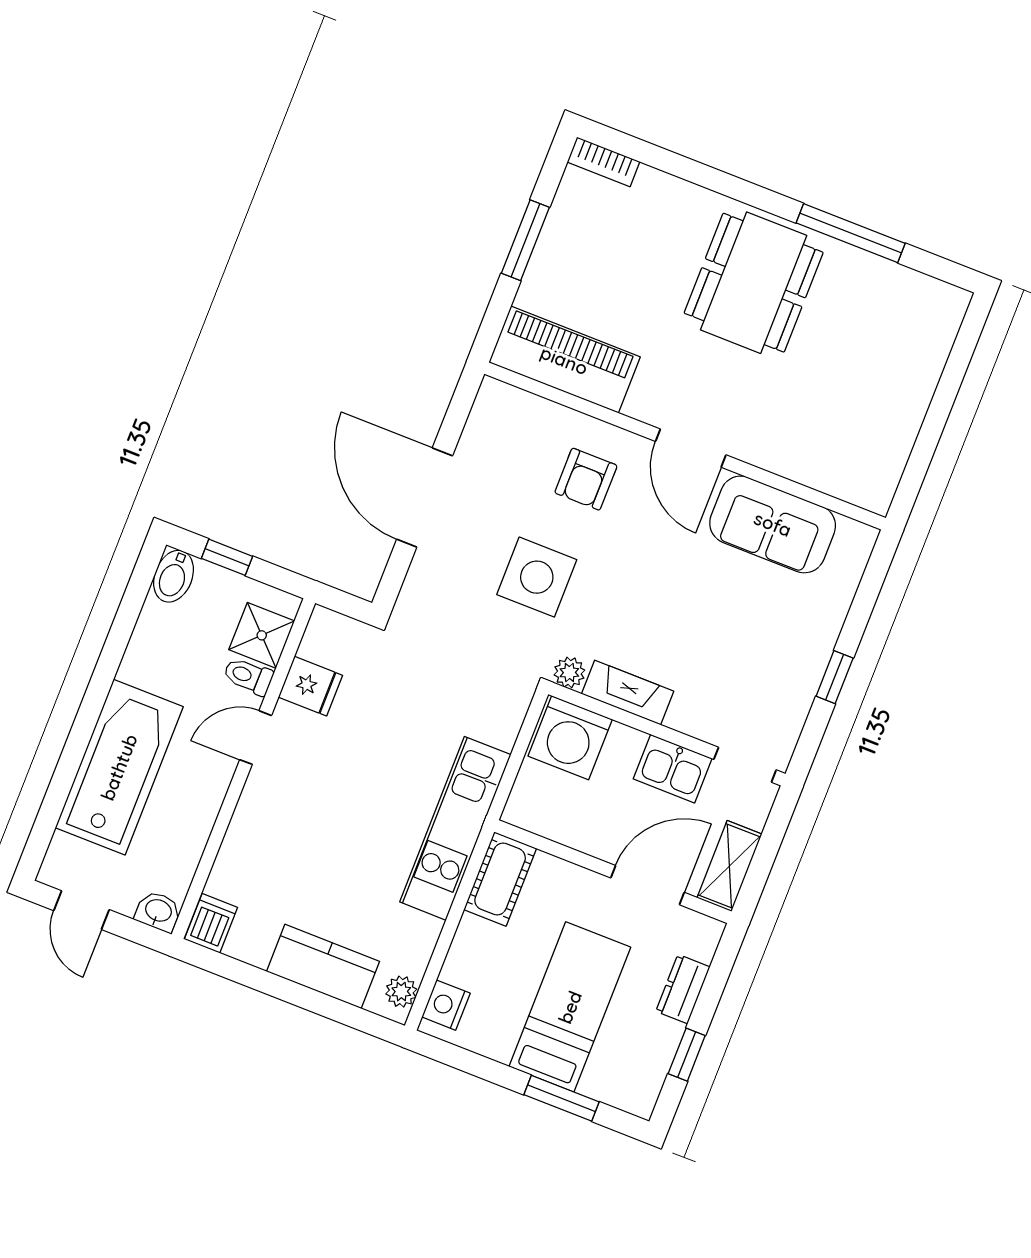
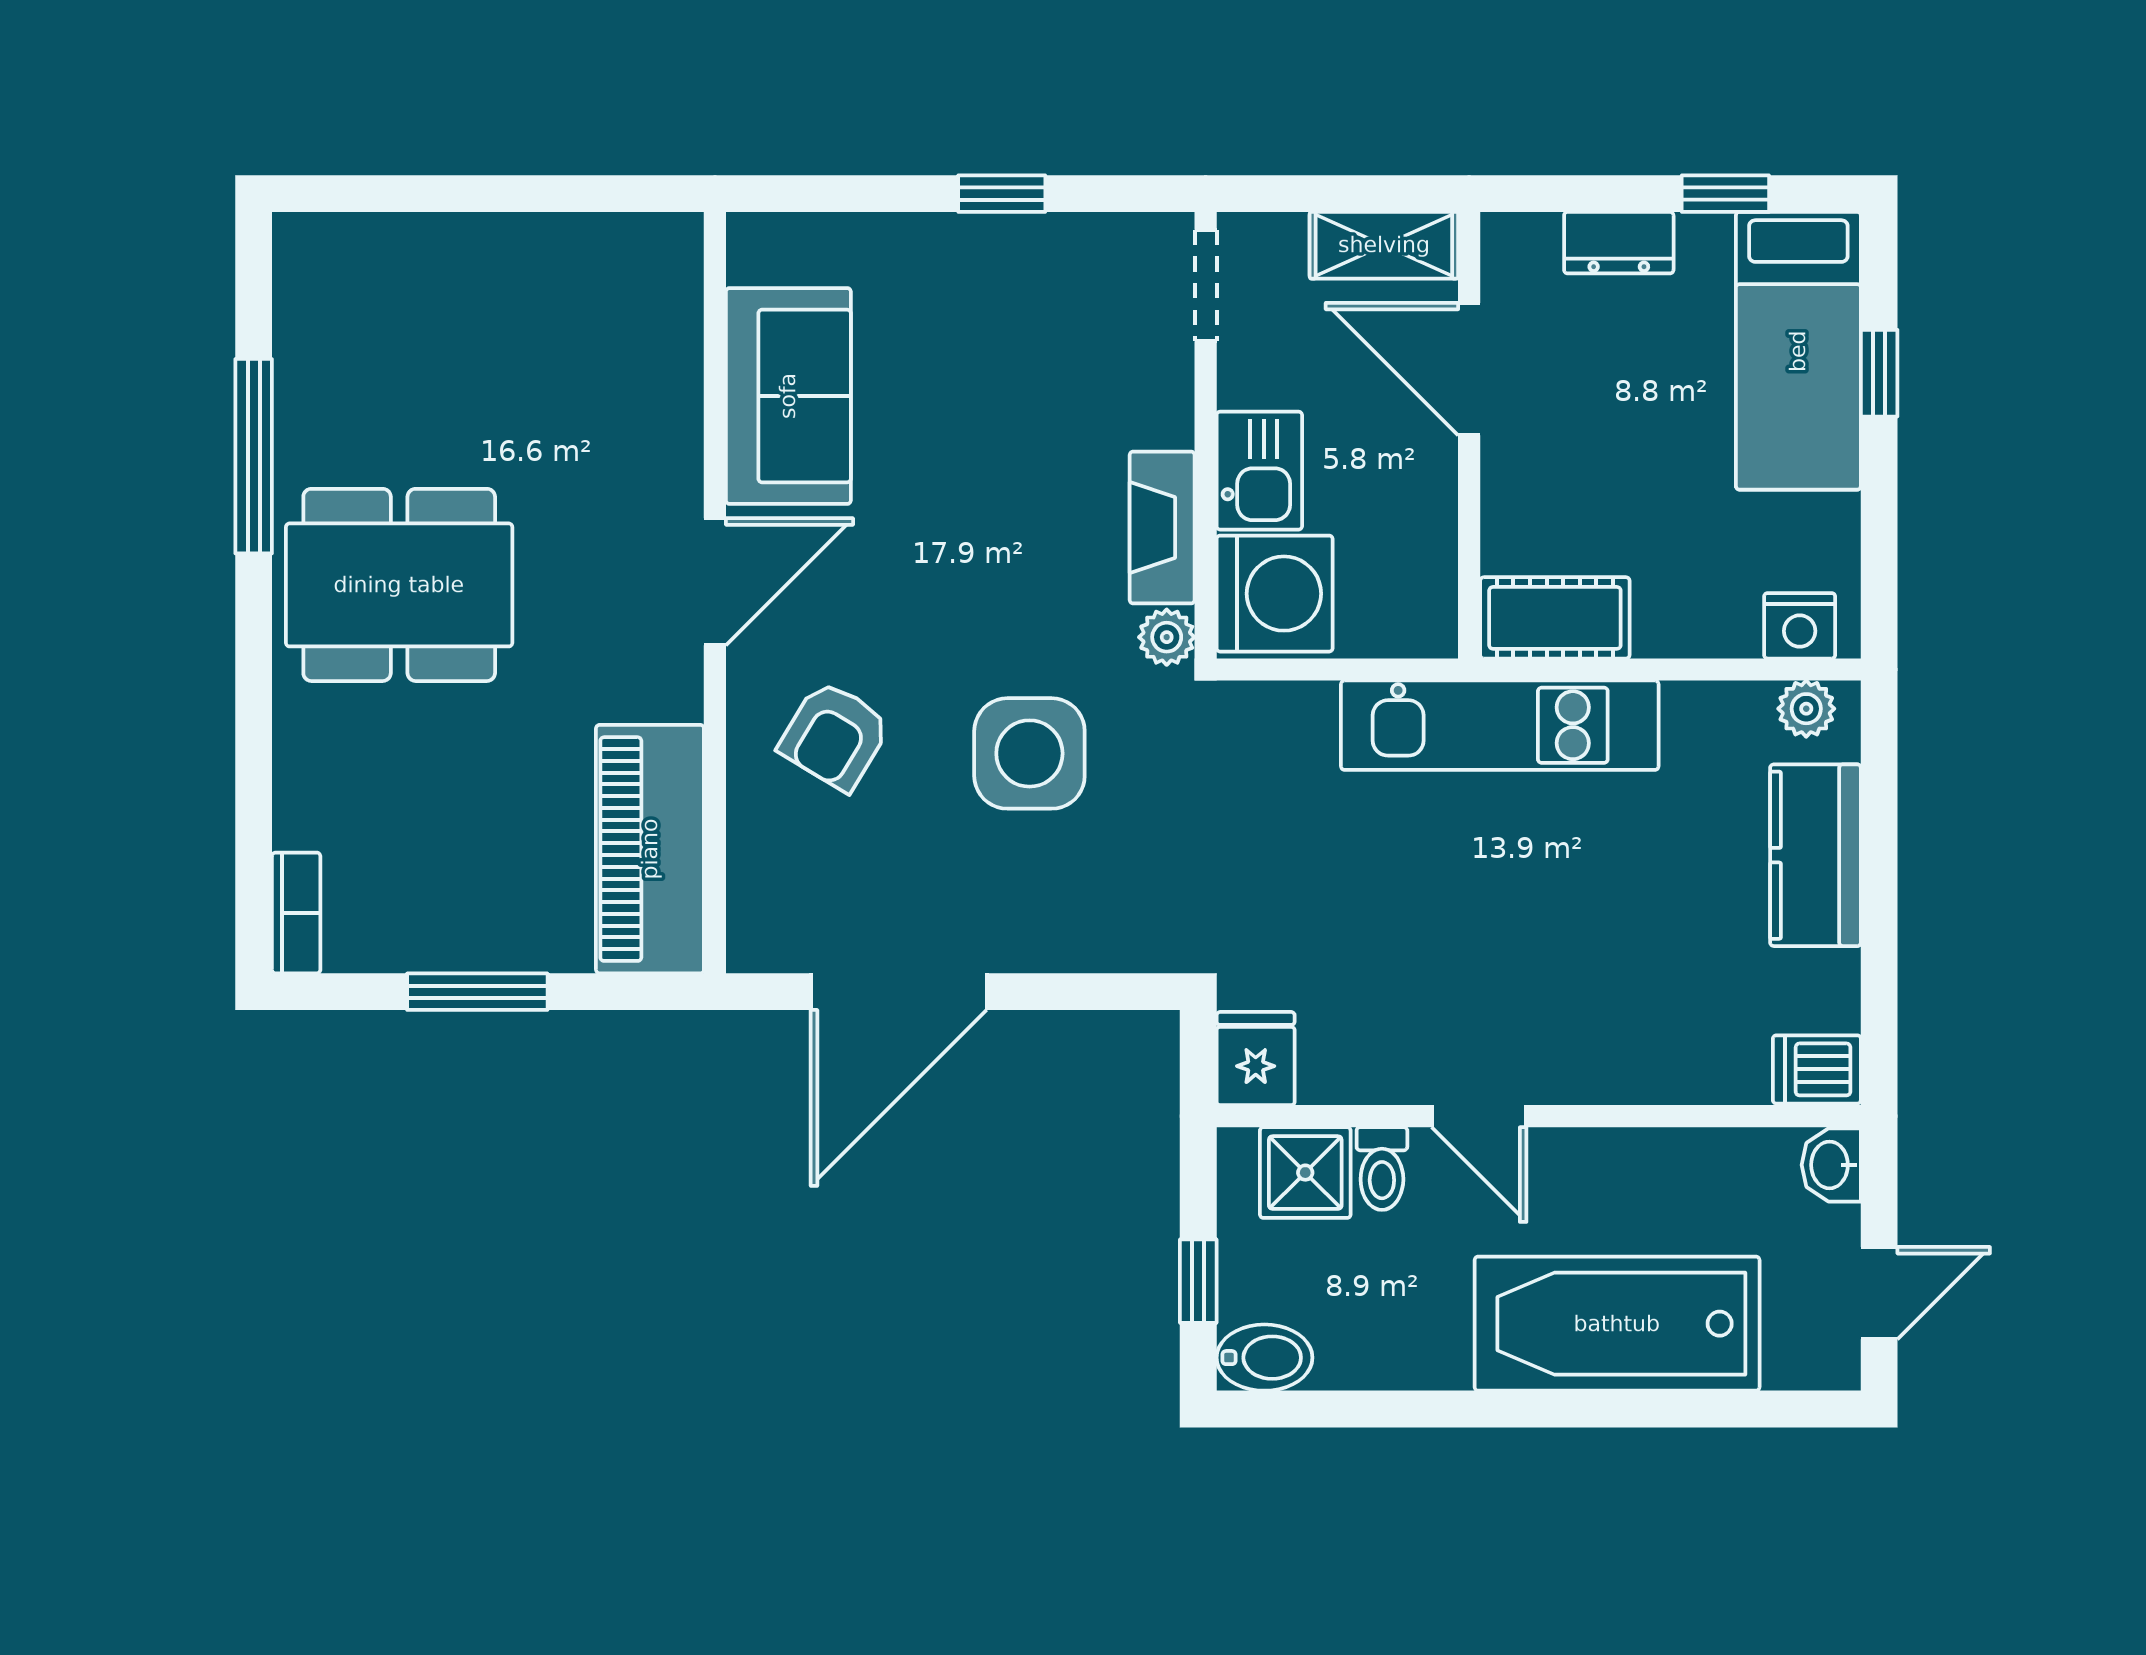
armchair: (586, 479) -> (835, 736), turned 121
door: (425, 498) -> (899, 992), moved
fridge: (310, 686) -> (1256, 1059), moved
kitchen sink: (673, 769) -> (1259, 471), moved
bed: (570, 1007) -> (1798, 351), moved, turned -90
window: (561, 1098) -> (1879, 373), width x0.67

